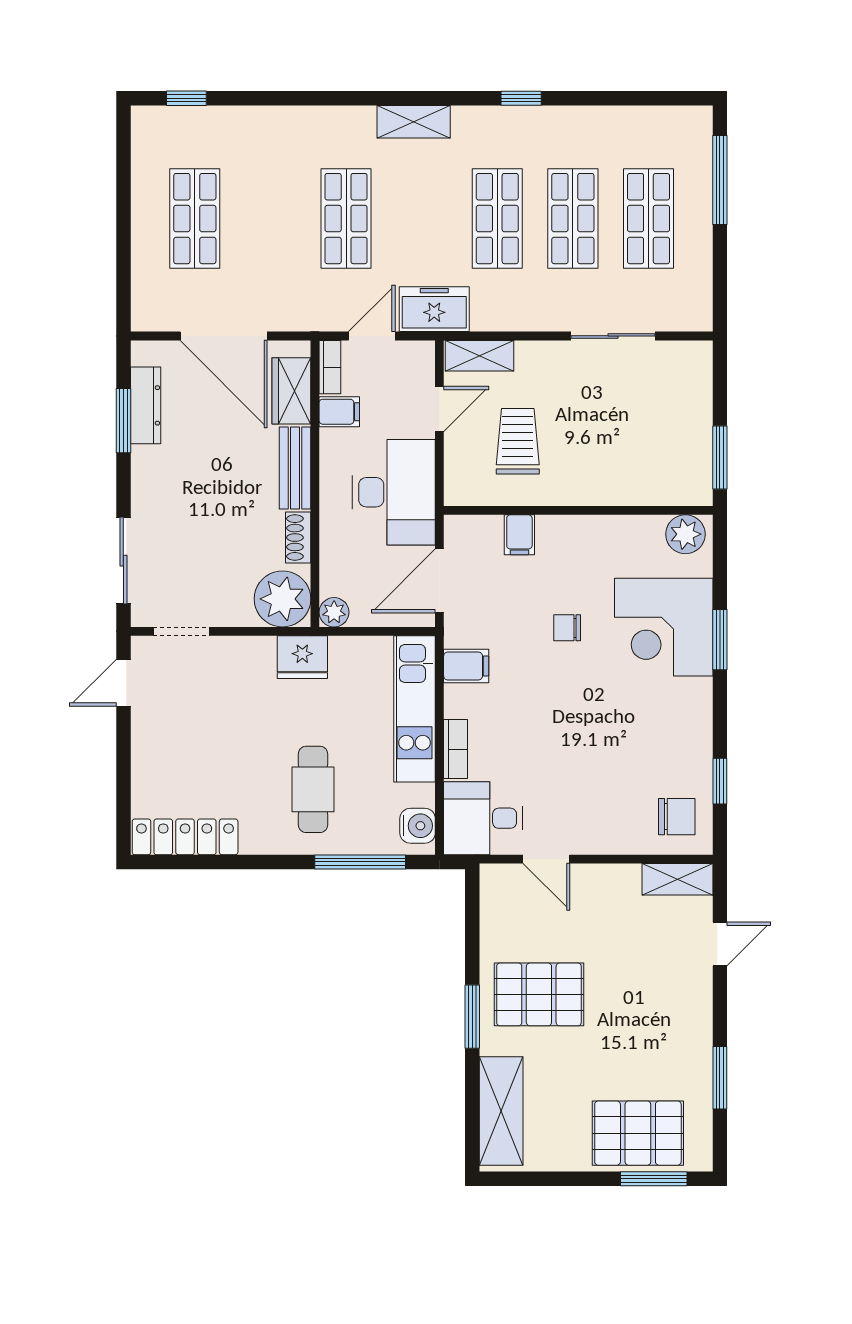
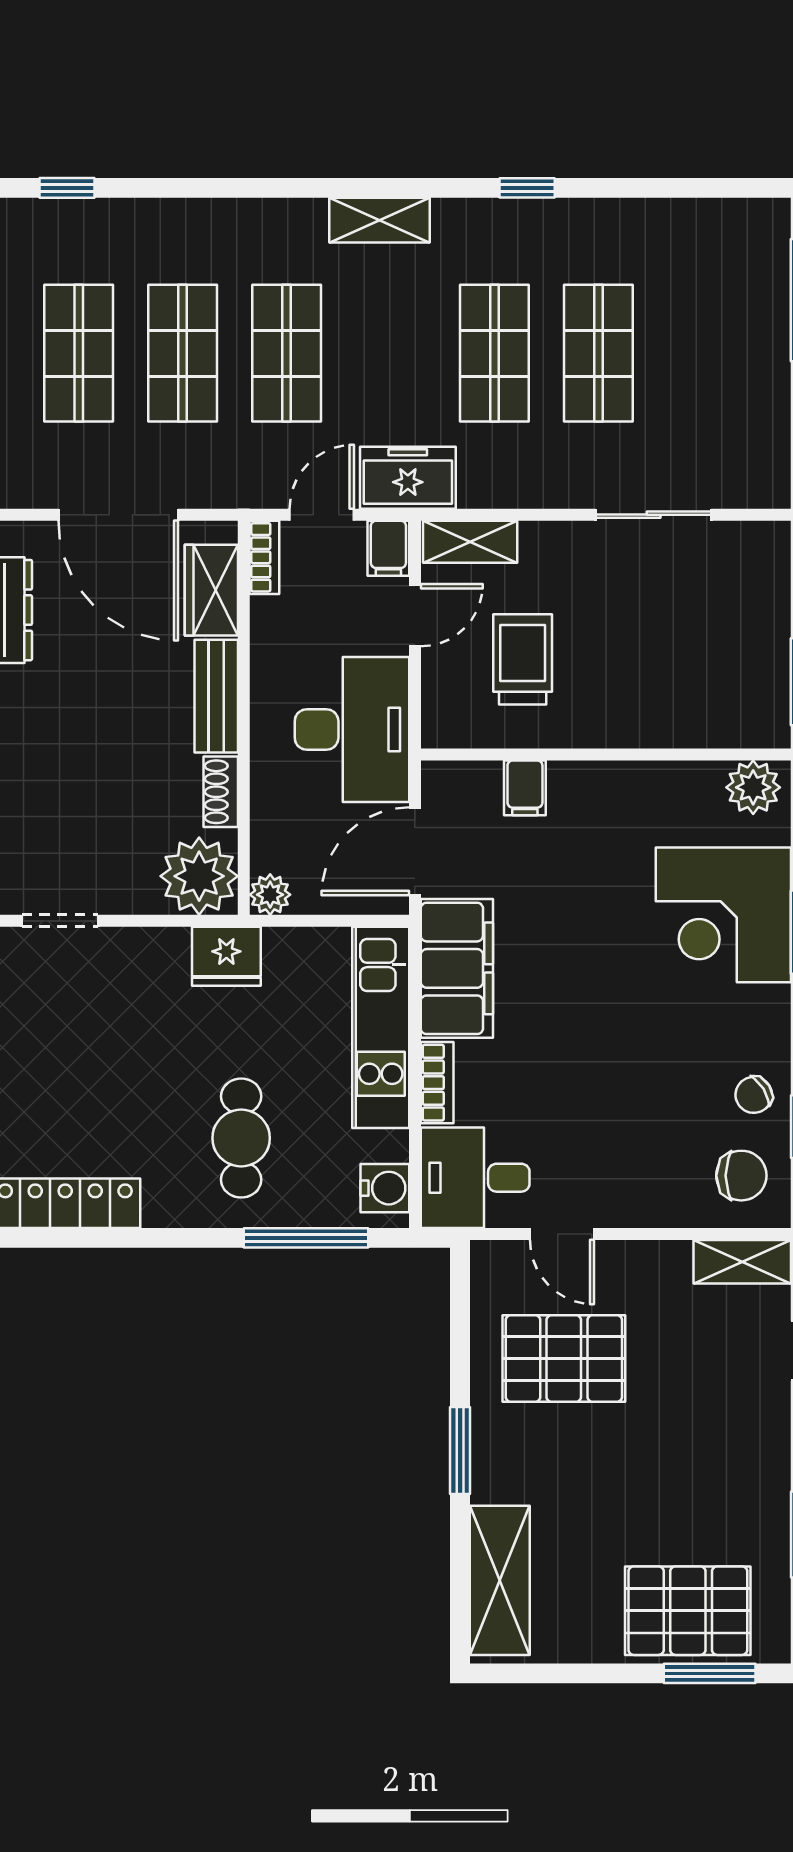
shop shelf: (648, 219) -> (183, 353), moved
filing cabinet: (339, 412) -> (388, 548), moved, turned 90
chair: (567, 628) -> (754, 1095), moved, turned -32
filing cabinet: (466, 666) -> (457, 968), width x3.00, depth x1.17
pallet: (539, 994) -> (564, 1359), moved

